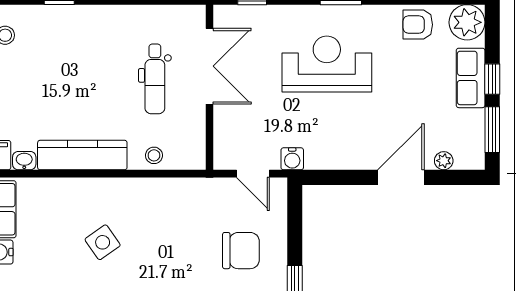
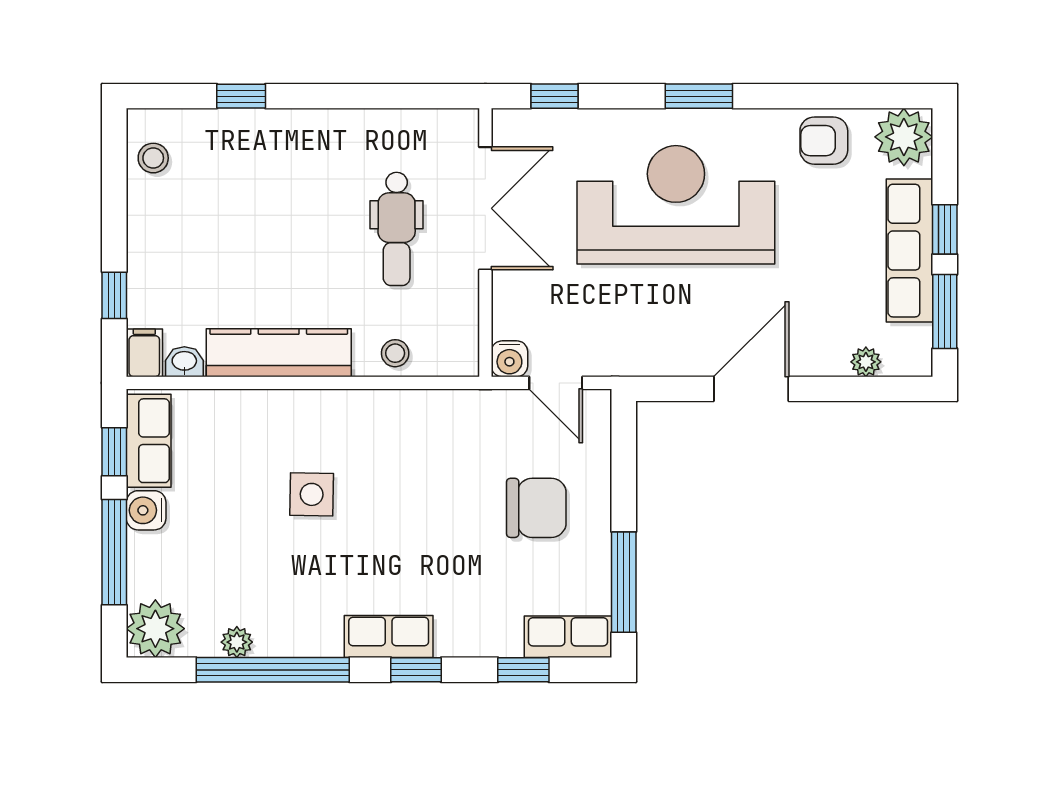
reception desk: (327, 64) -> (676, 205), width x1.36, depth x1.30
row of seats: (471, 78) -> (909, 251), width x1.48
water cooler: (292, 159) -> (509, 359), moved
door: (401, 177) -> (751, 389), moved
side table: (103, 242) -> (312, 494), turned 36

